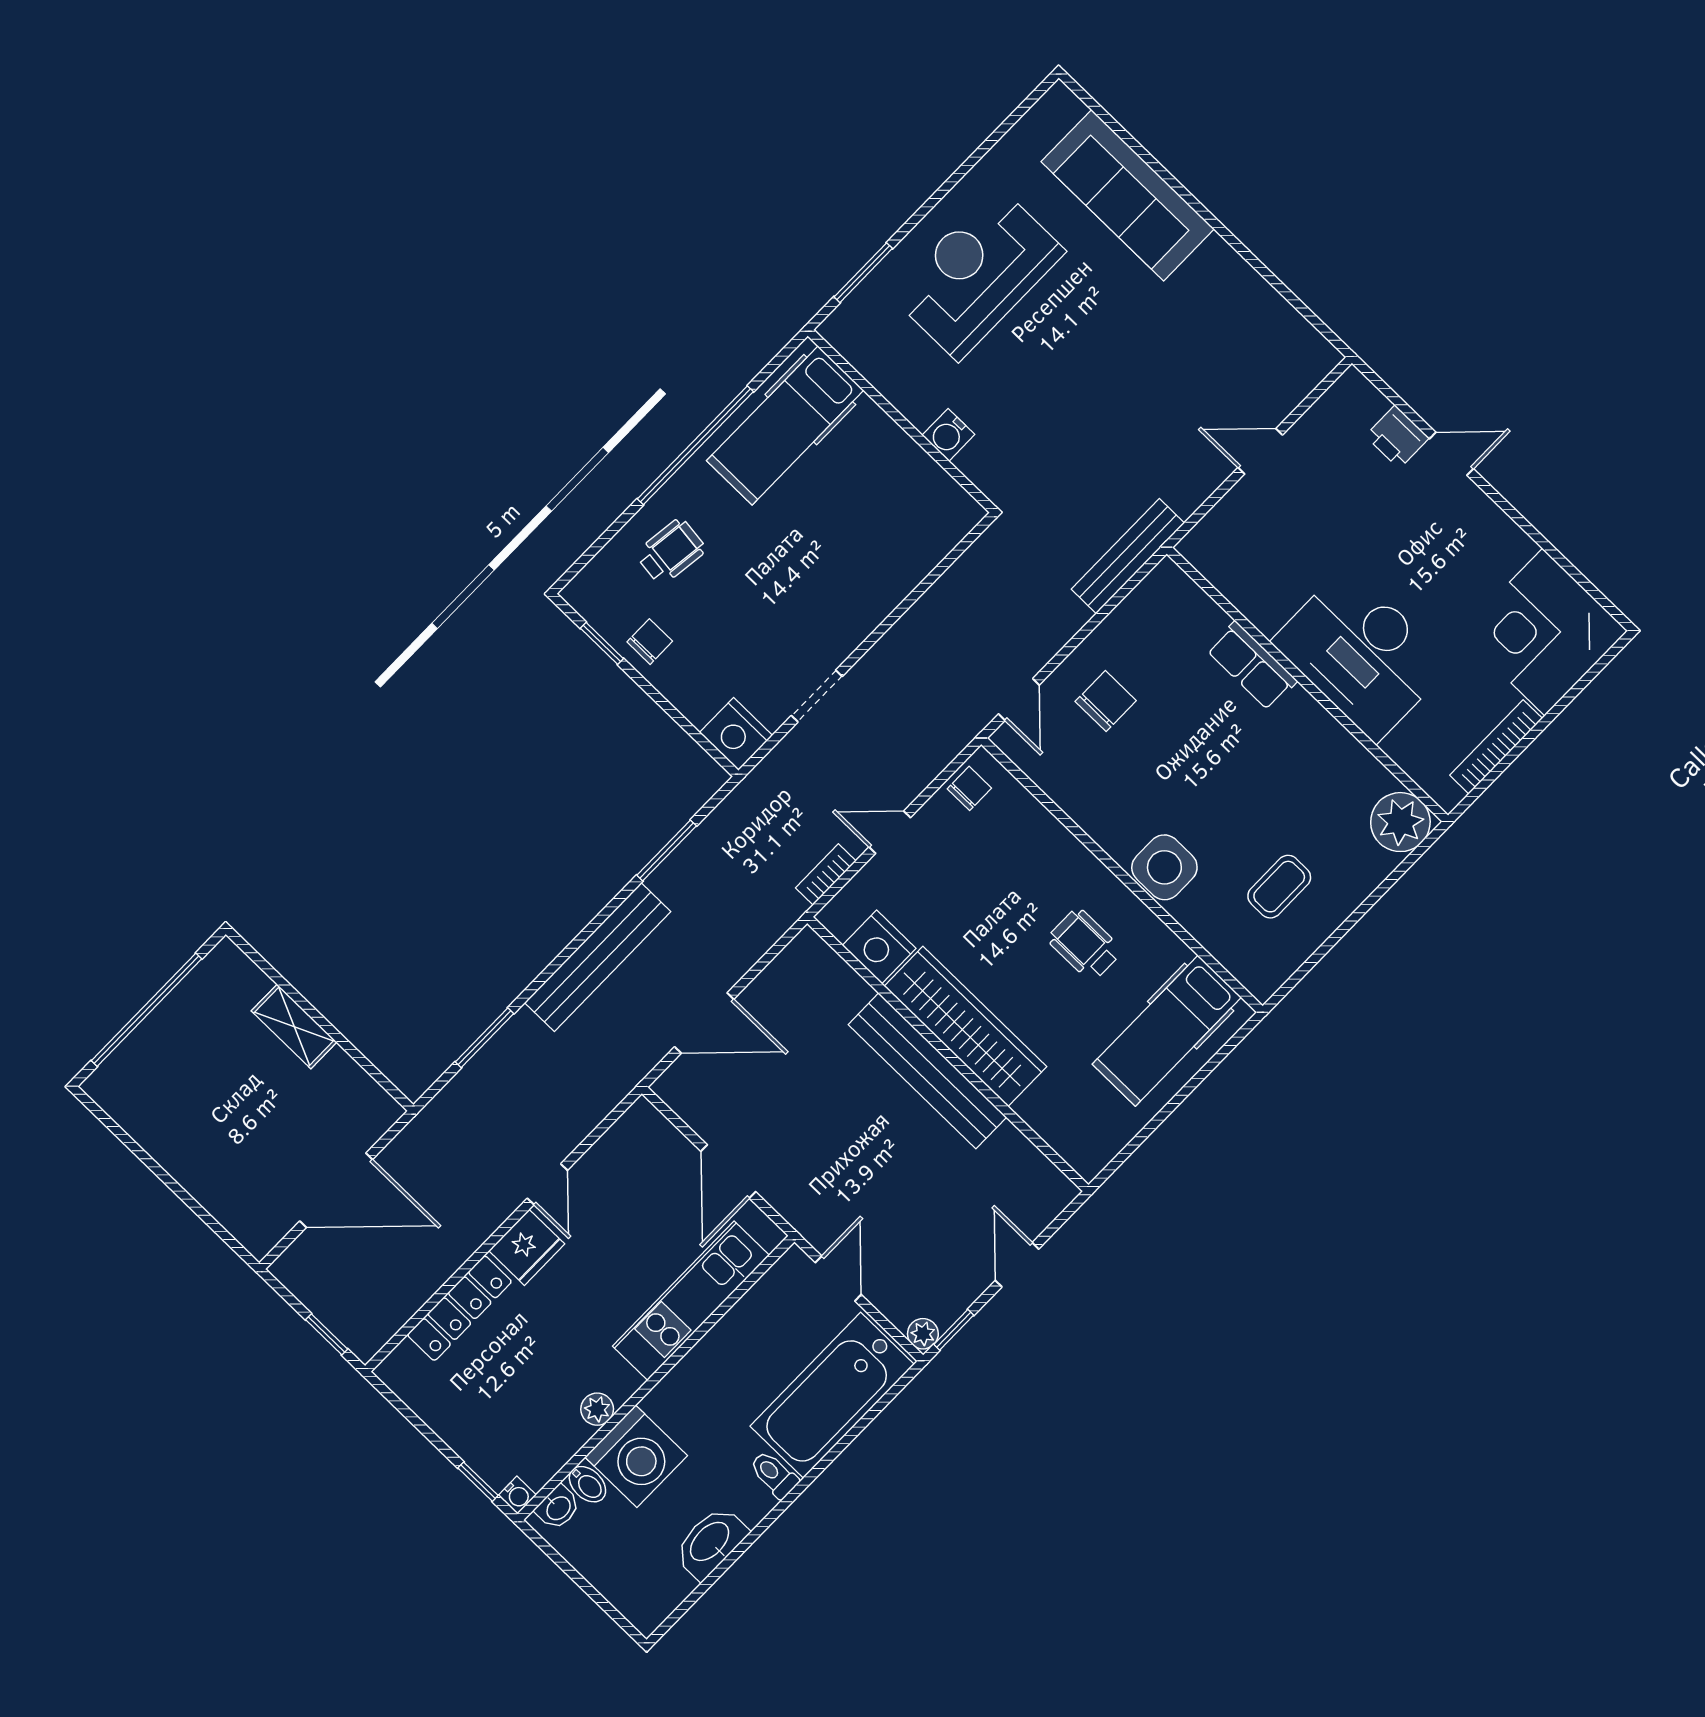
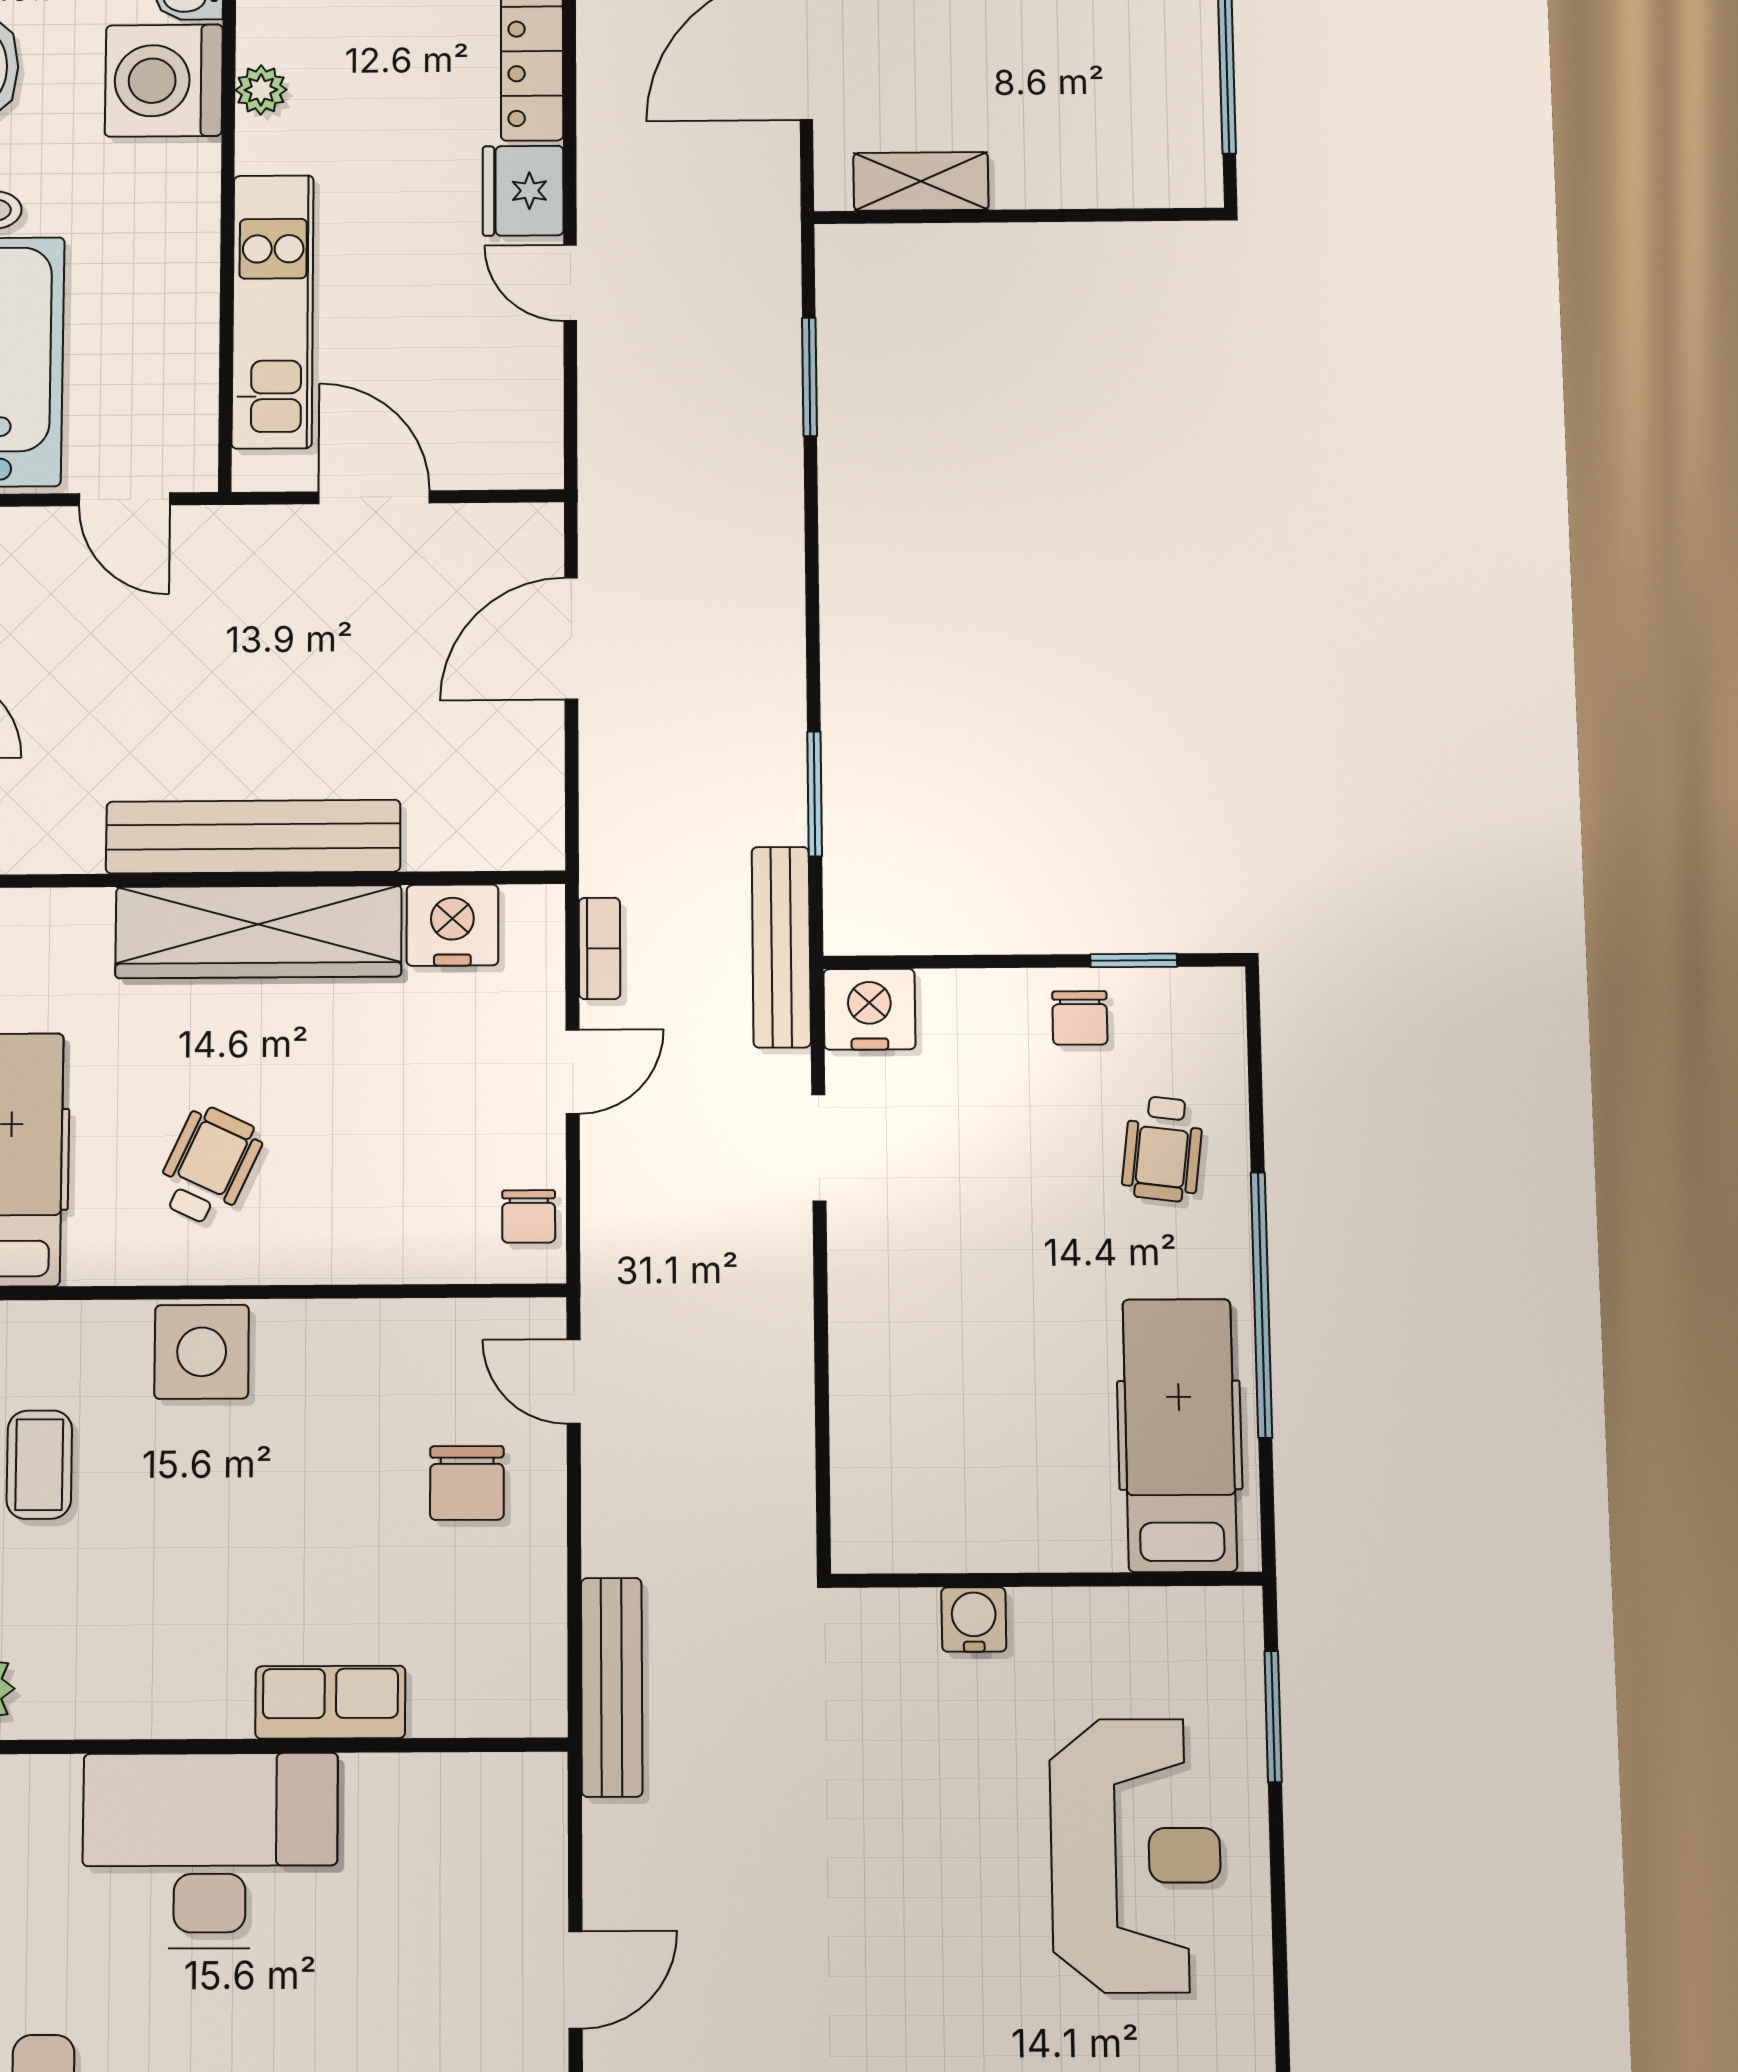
wheelchair: (1085, 945) -> (209, 1166), turned -65
bench: (598, 957) -> (781, 947), moved, width x0.73, depth x0.82
shelving: (294, 1026) -> (921, 181), moved

